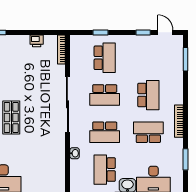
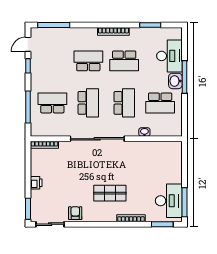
window: (101, 32) -> (28, 107), width x2.17
printer: (37, 41) -> (36, 183), moved
window: (186, 59) -> (54, 25), width x1.44
school desk: (148, 132) -> (124, 61), turned -90

